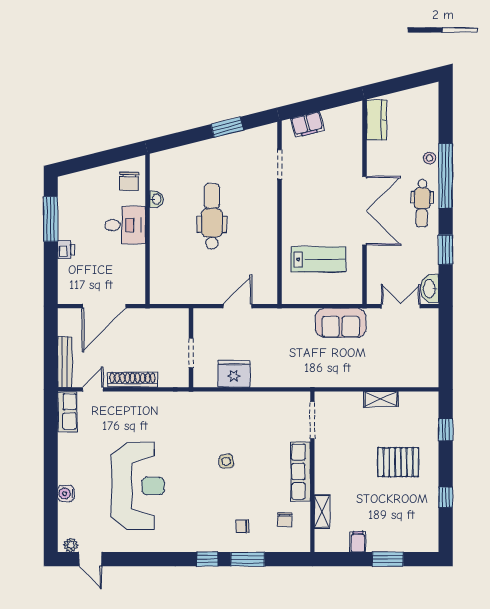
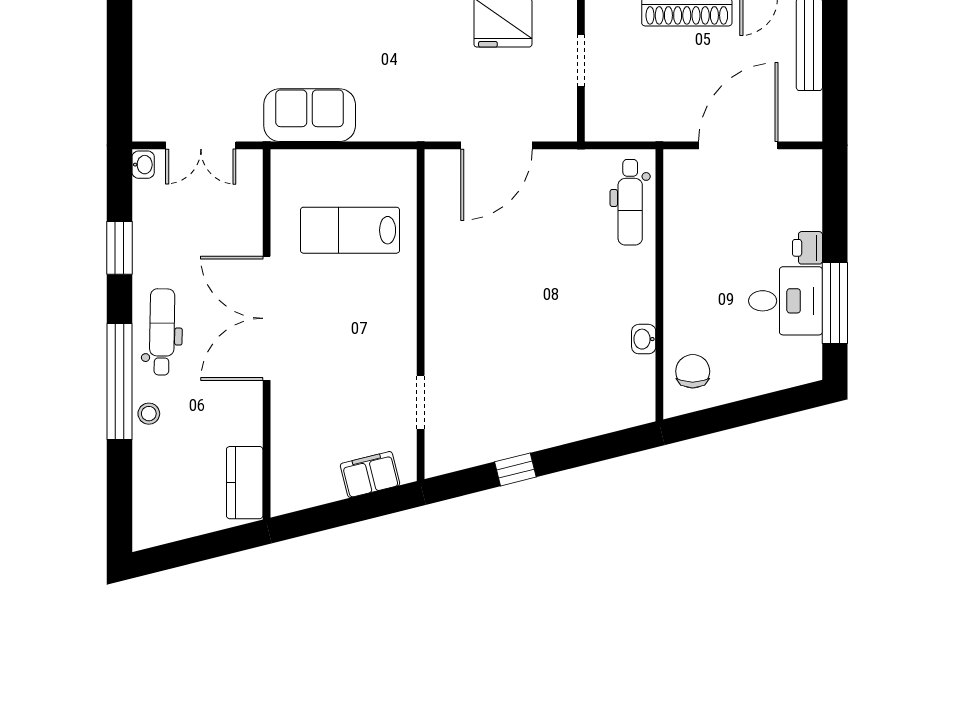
window: (227, 127) -> (515, 469), width x0.67
dental chair: (212, 216) -> (630, 202), moved, width x0.73, depth x0.72
desk: (125, 225) -> (785, 301), moved, turned 180
washbasin: (430, 289) -> (143, 165), width x0.52, depth x0.69
door: (238, 306) -> (496, 145), width x1.36

